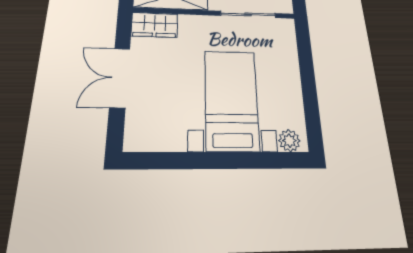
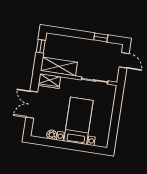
plant: (289, 141) -> (52, 135), moved

